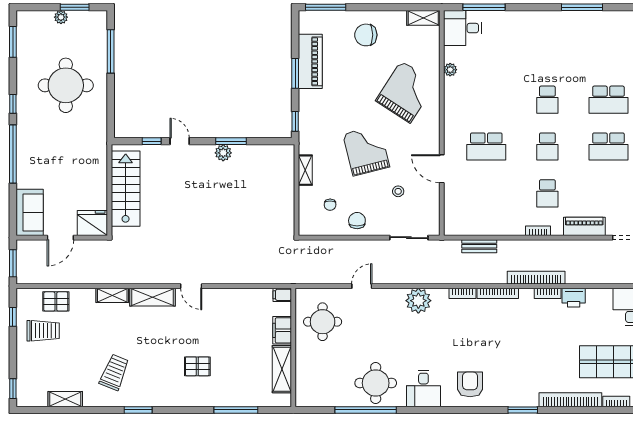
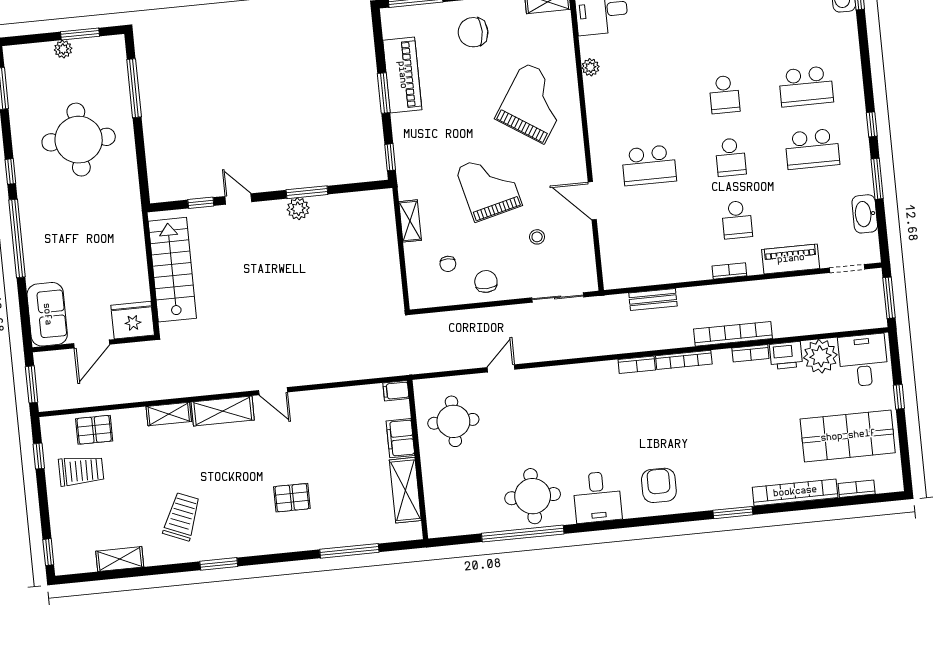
plant: (418, 301) -> (820, 356), moved

